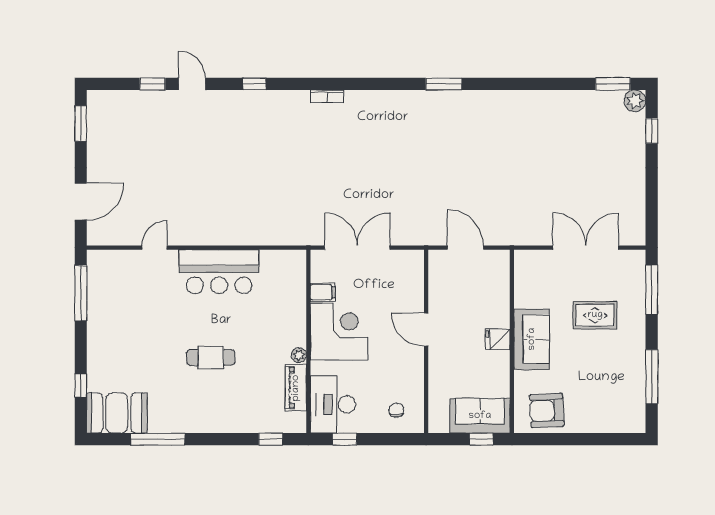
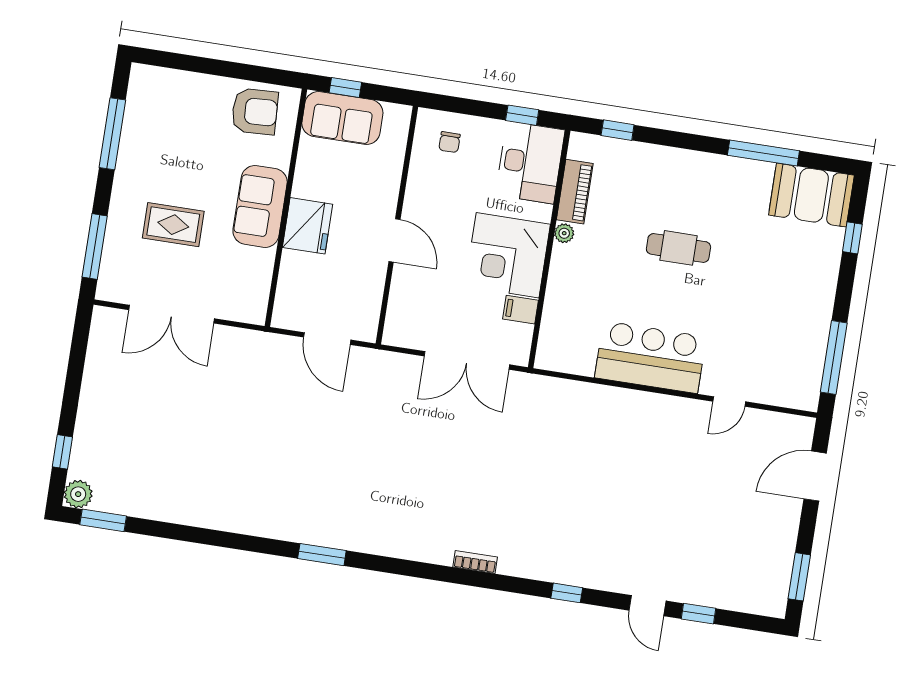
fridge: (498, 339) -> (307, 226), width x1.88, depth x1.34

